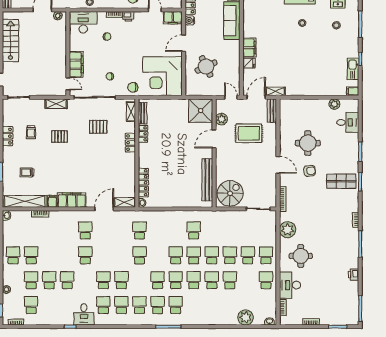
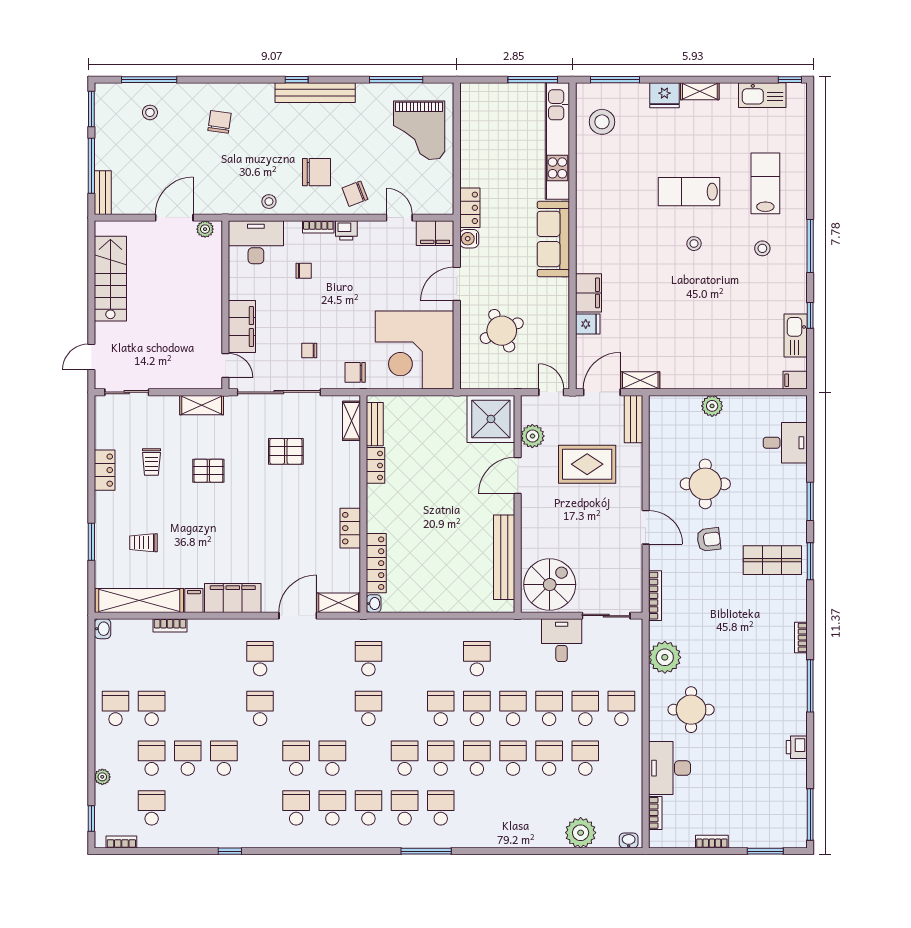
plant: (334, 104) -> (712, 406), moved
locker: (130, 143) -> (350, 528), moved
school desk: (266, 280) -> (585, 758), moved
desk: (84, 314) -> (562, 640), moved, turned 180

